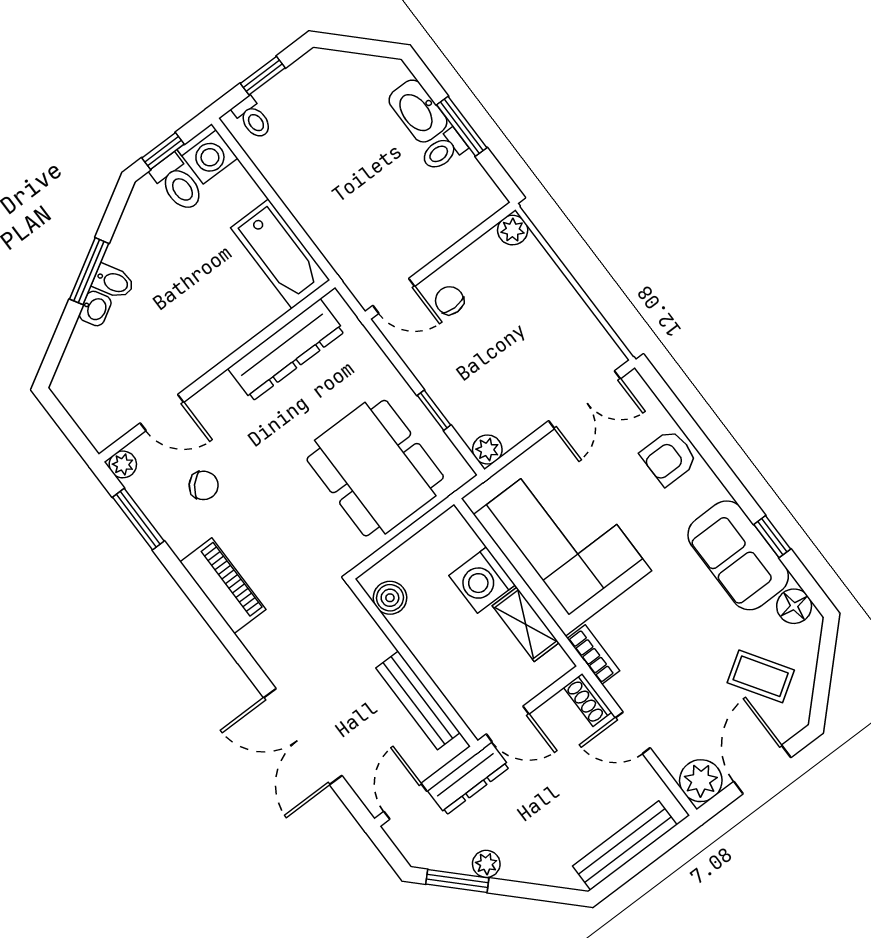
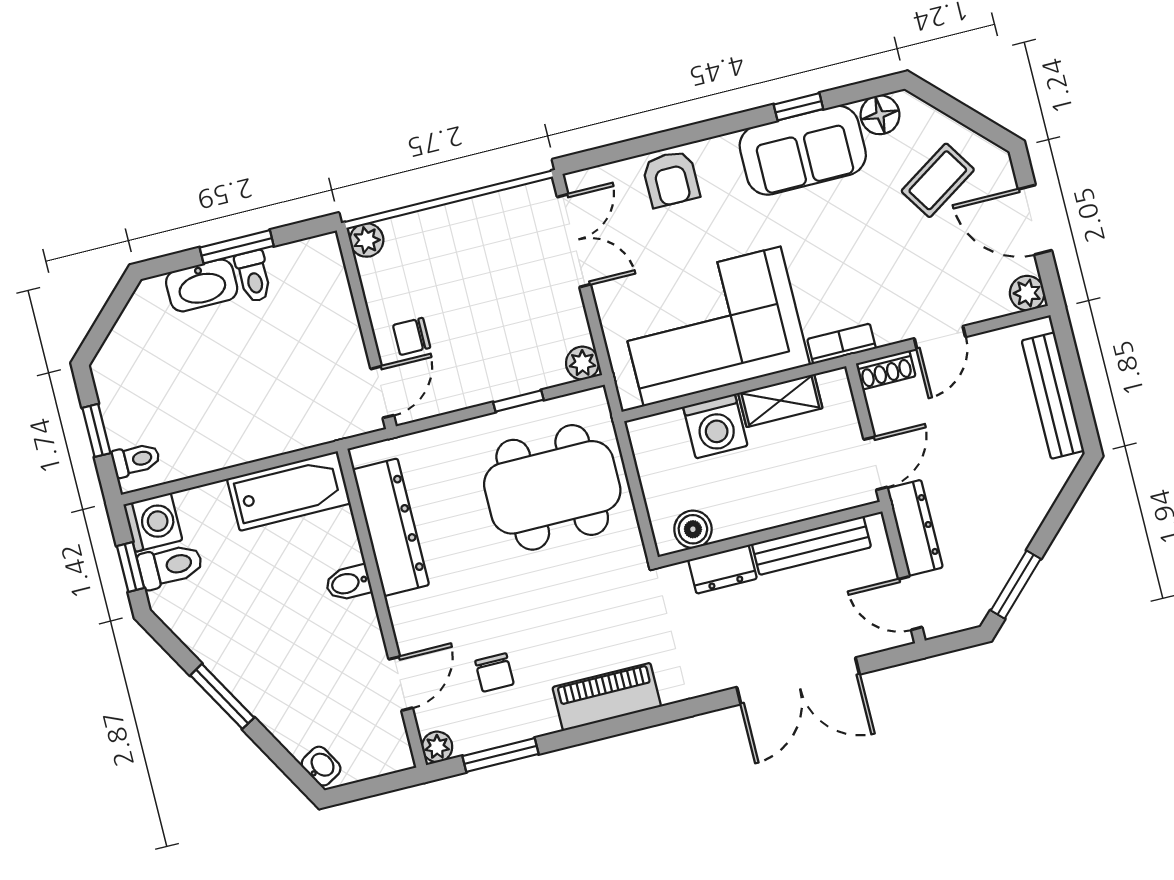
bidet: (113, 282) -> (348, 583), moved, turned -150
washbasin: (95, 308) -> (321, 766), moved
chair: (204, 485) -> (494, 673), turned 138
dresser: (368, 636) -> (723, 569), added
plant: (701, 781) -> (1027, 293), width x0.73, depth x0.73
plant: (486, 864) -> (1011, 547), removed

